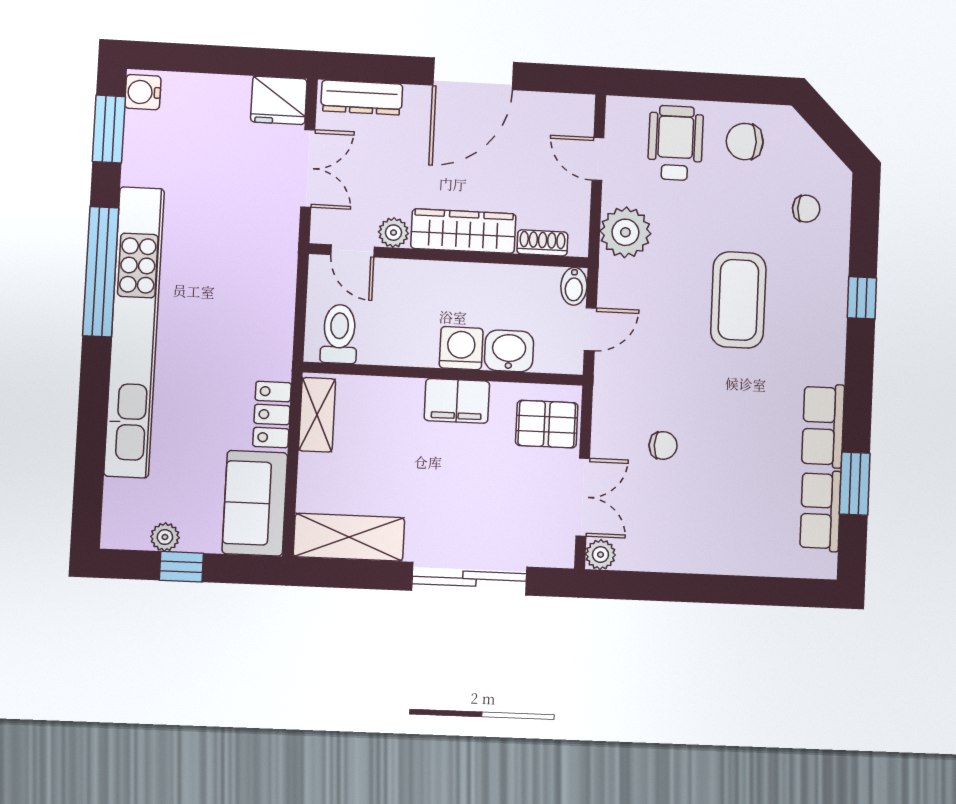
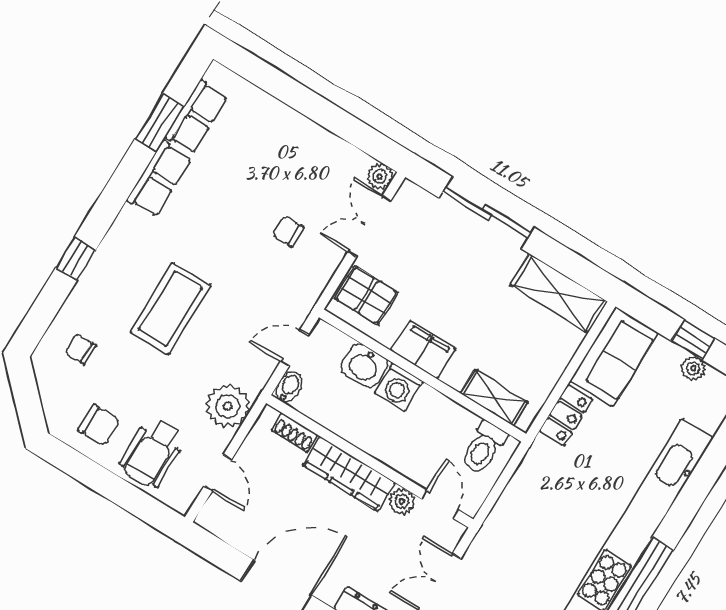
shelving: (317, 415) -> (494, 398), moved, turned 90

